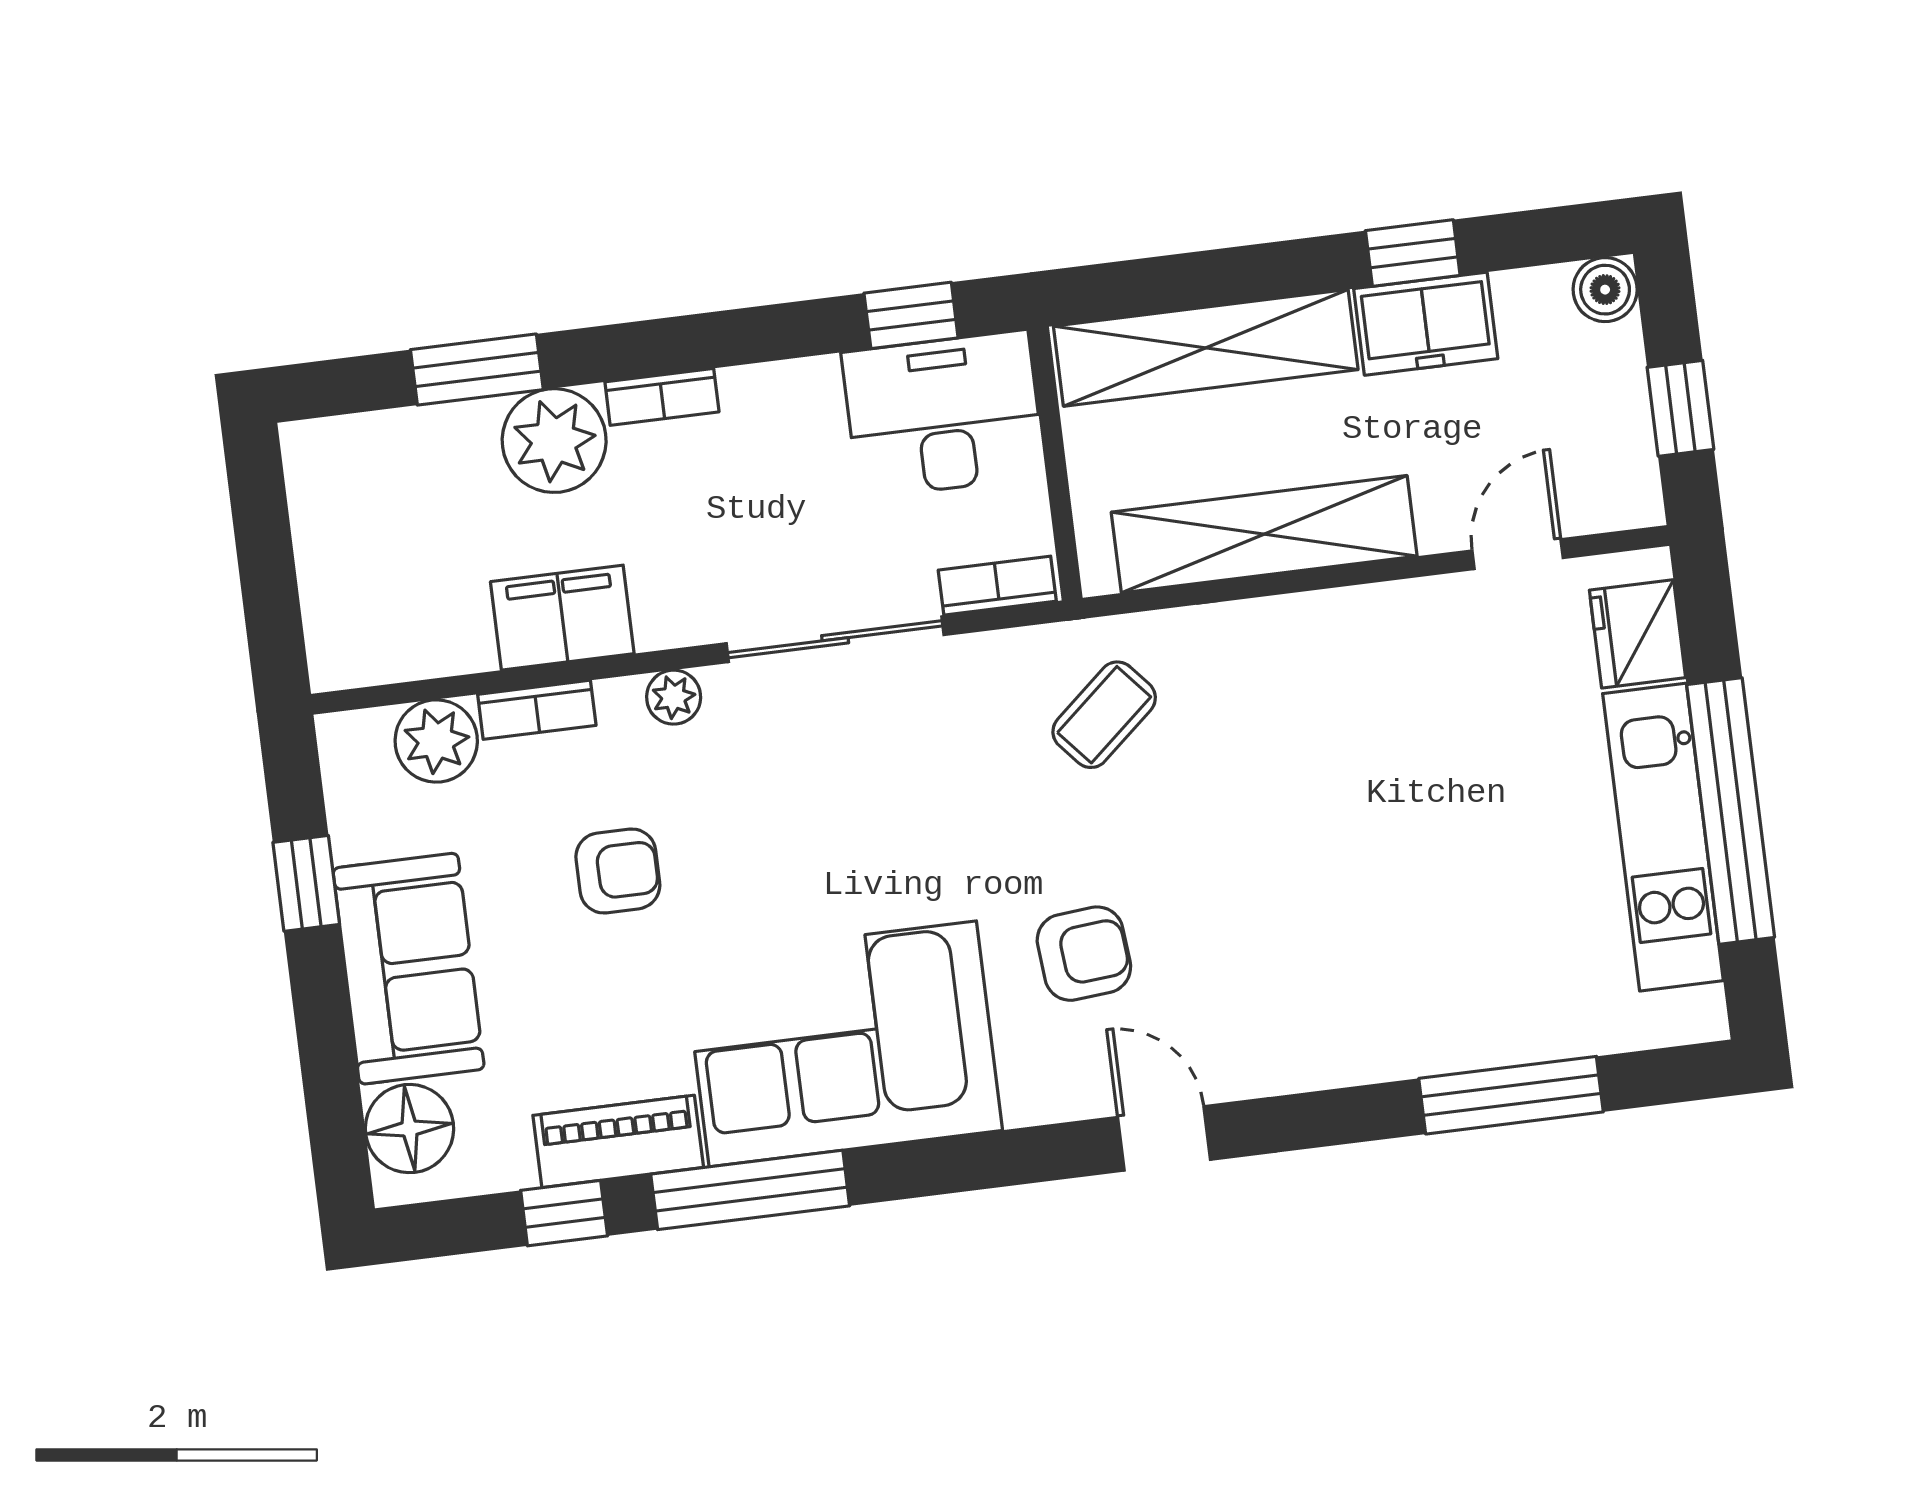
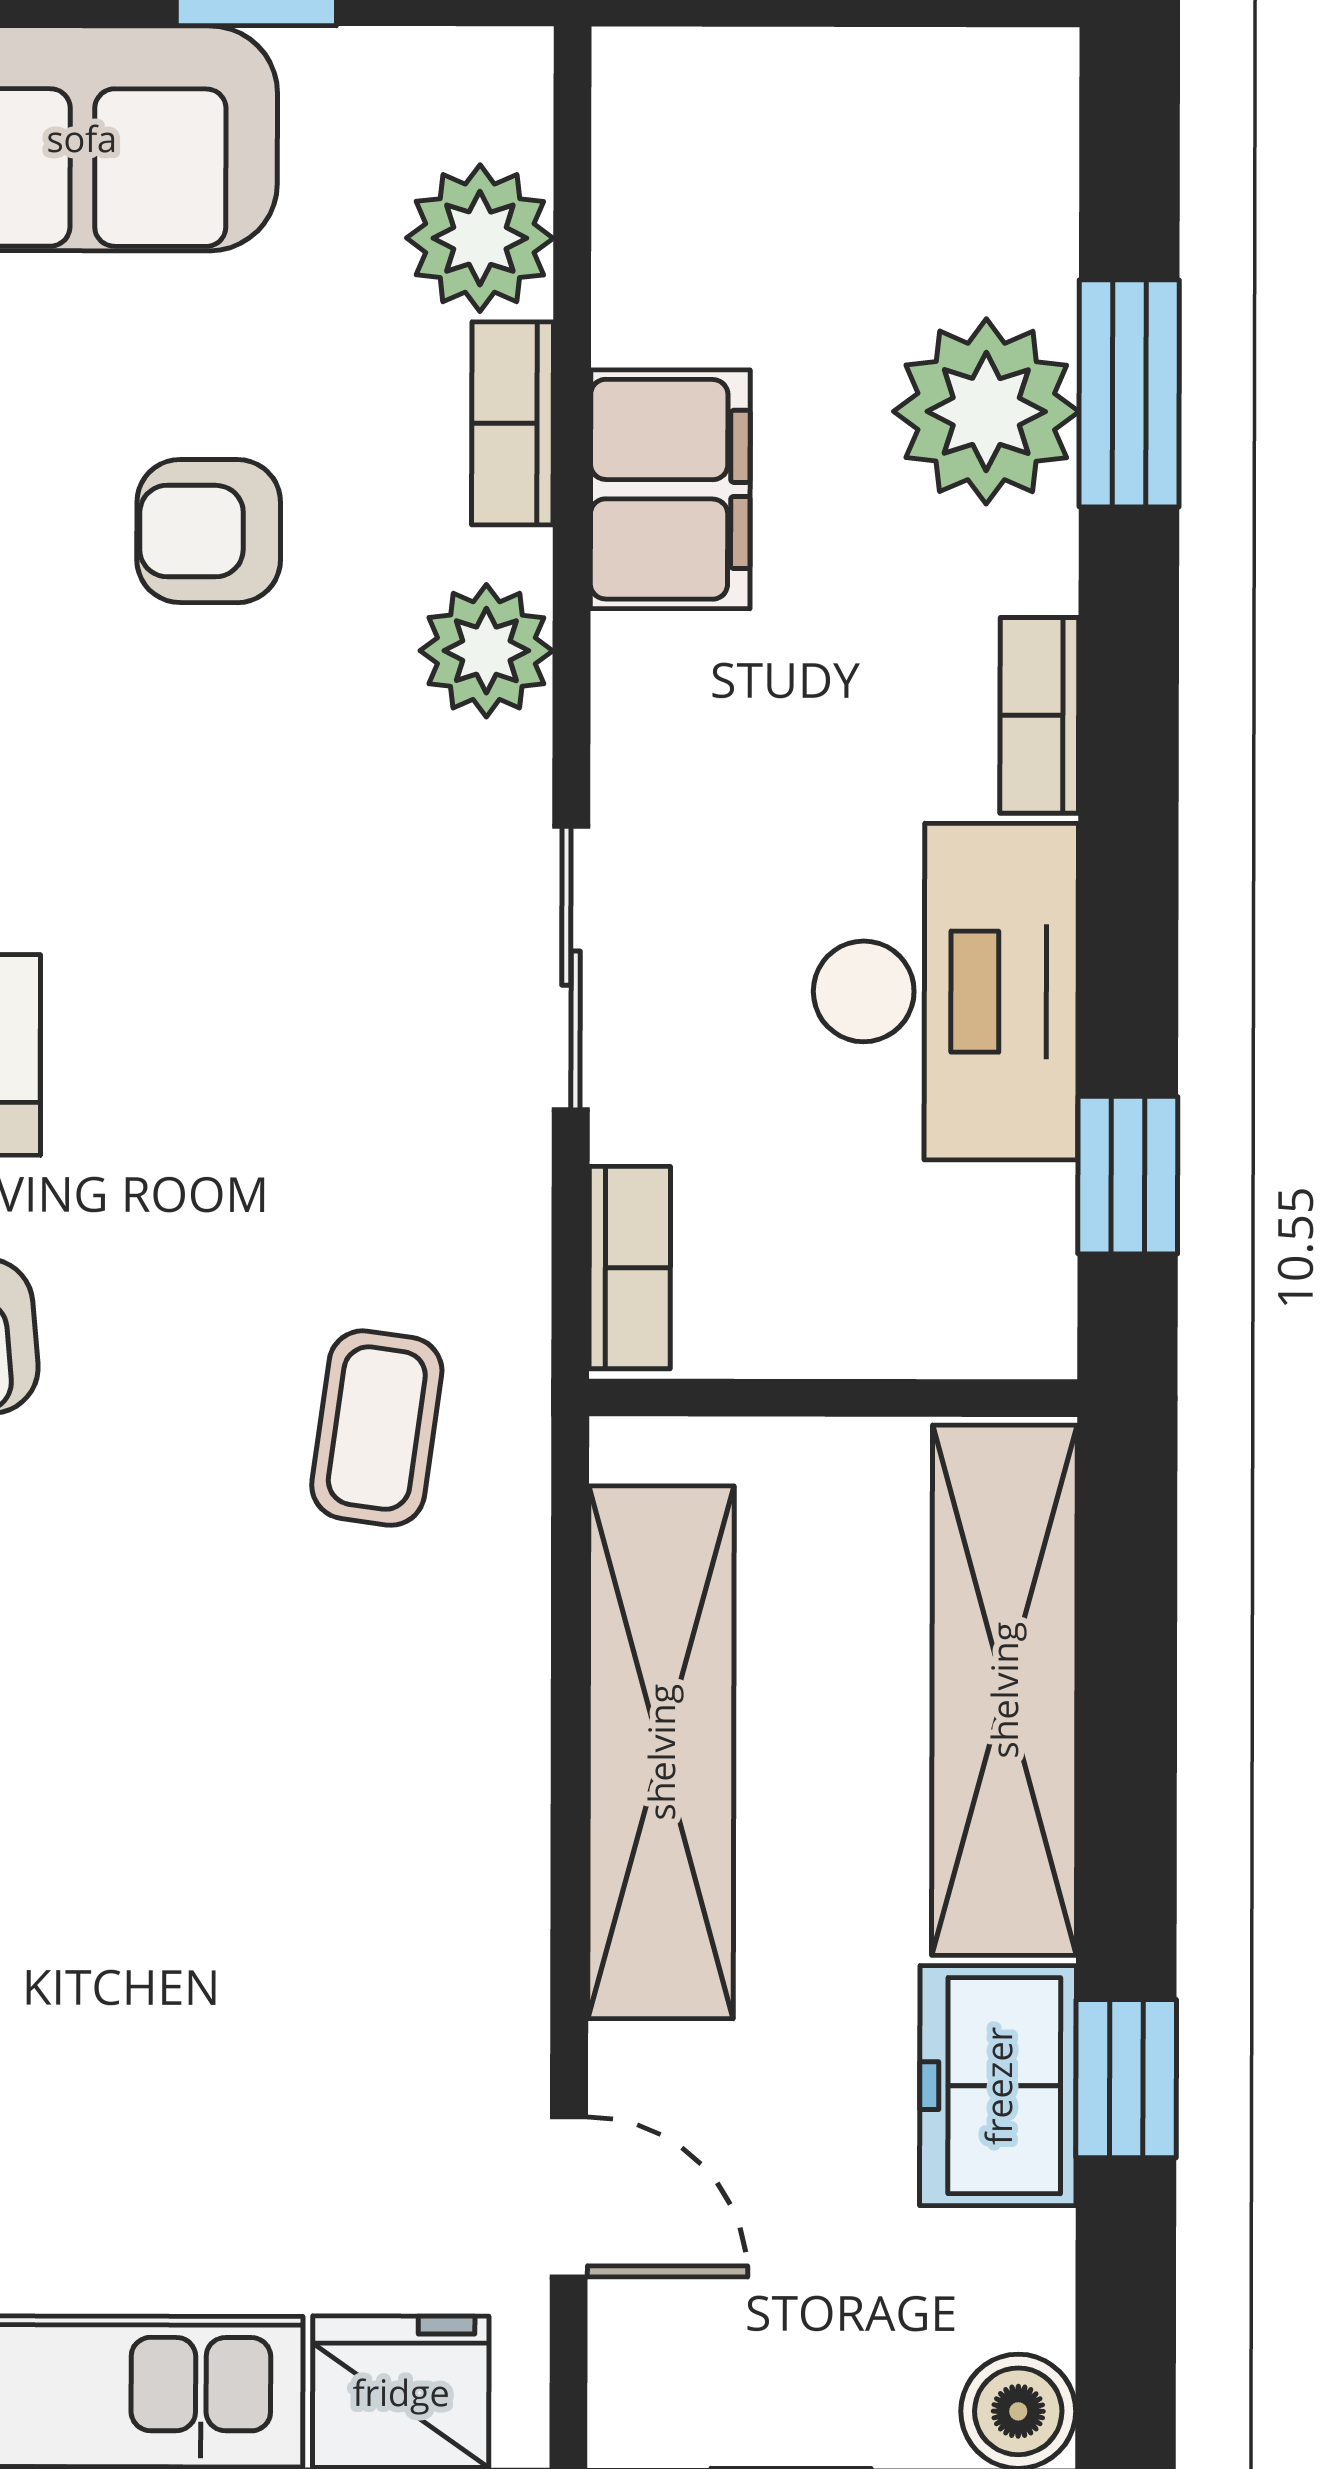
desk: (943, 414) -> (946, 992), moved
plant: (554, 441) -> (986, 411), moved
sliding door: (835, 639) -> (571, 968), width x0.73
plant: (674, 697) -> (486, 651), width x1.38, depth x1.38
coffee table: (1104, 715) -> (377, 1428), turned 49
armchair: (618, 871) -> (209, 531), turned 90

